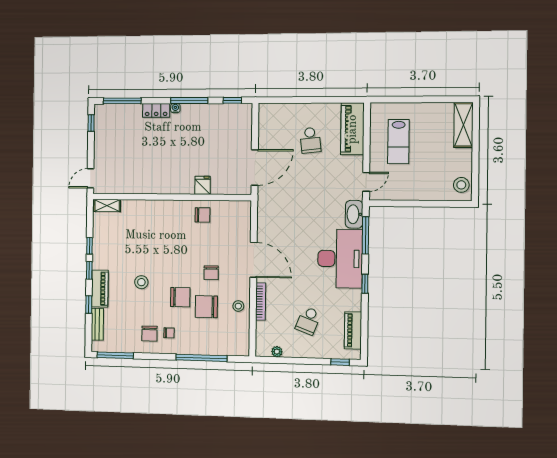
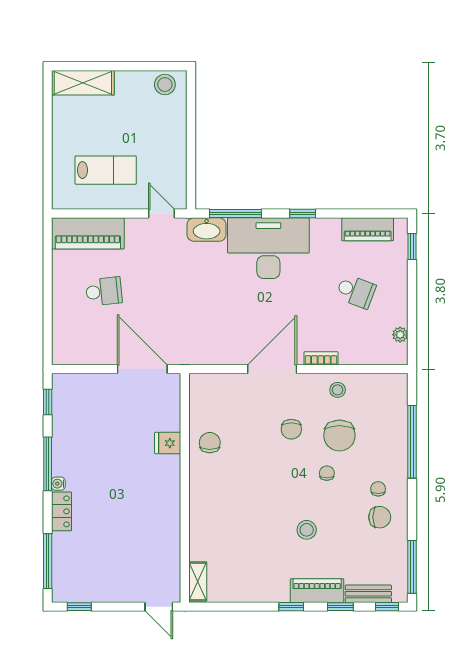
window: (90, 246) -> (387, 607), moved
chair: (211, 273) -> (291, 429), turned 90
chair: (180, 297) -> (327, 473), width x0.54, depth x0.54
bookcase: (261, 302) -> (321, 358), width x0.64

